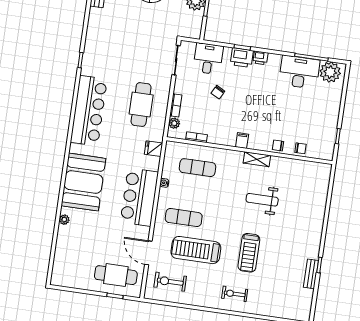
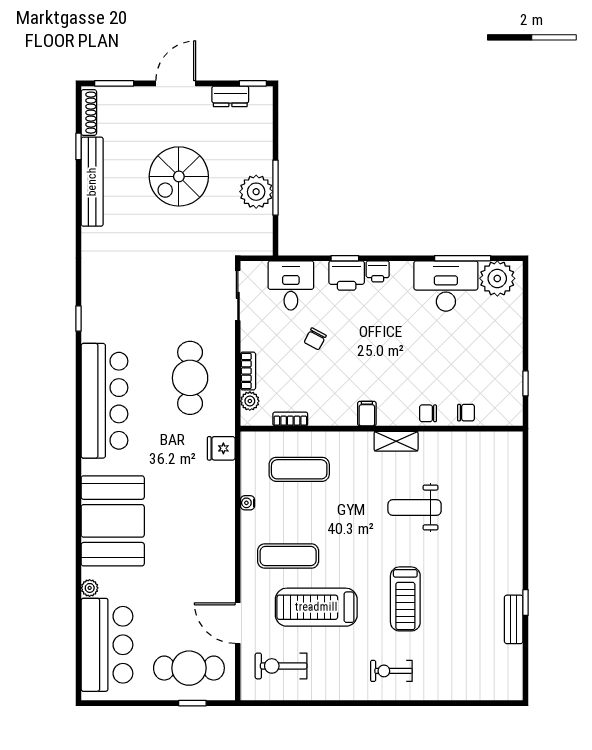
bar counter: (139, 197) -> (107, 645), moved, turned 180

